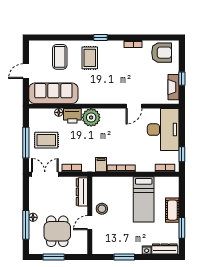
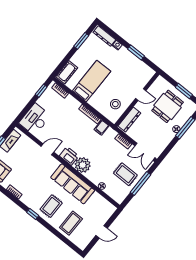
sofa: (53, 93) -> (73, 184), moved
printer: (72, 116) -> (69, 156), moved
desk: (163, 130) -> (35, 119), width x0.73, depth x0.77
stool: (102, 209) -> (115, 104), moved
cot: (172, 210) -> (67, 72), moved

